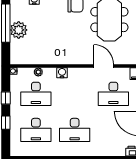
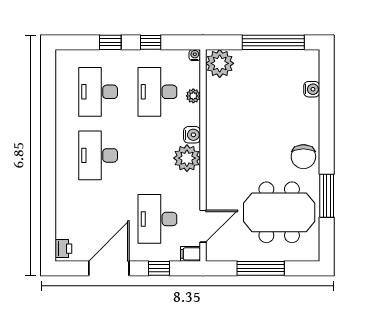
plant: (19, 30) -> (220, 63), moved
door: (104, 66) -> (203, 226), moved
plant: (76, 76) -> (187, 158), added

